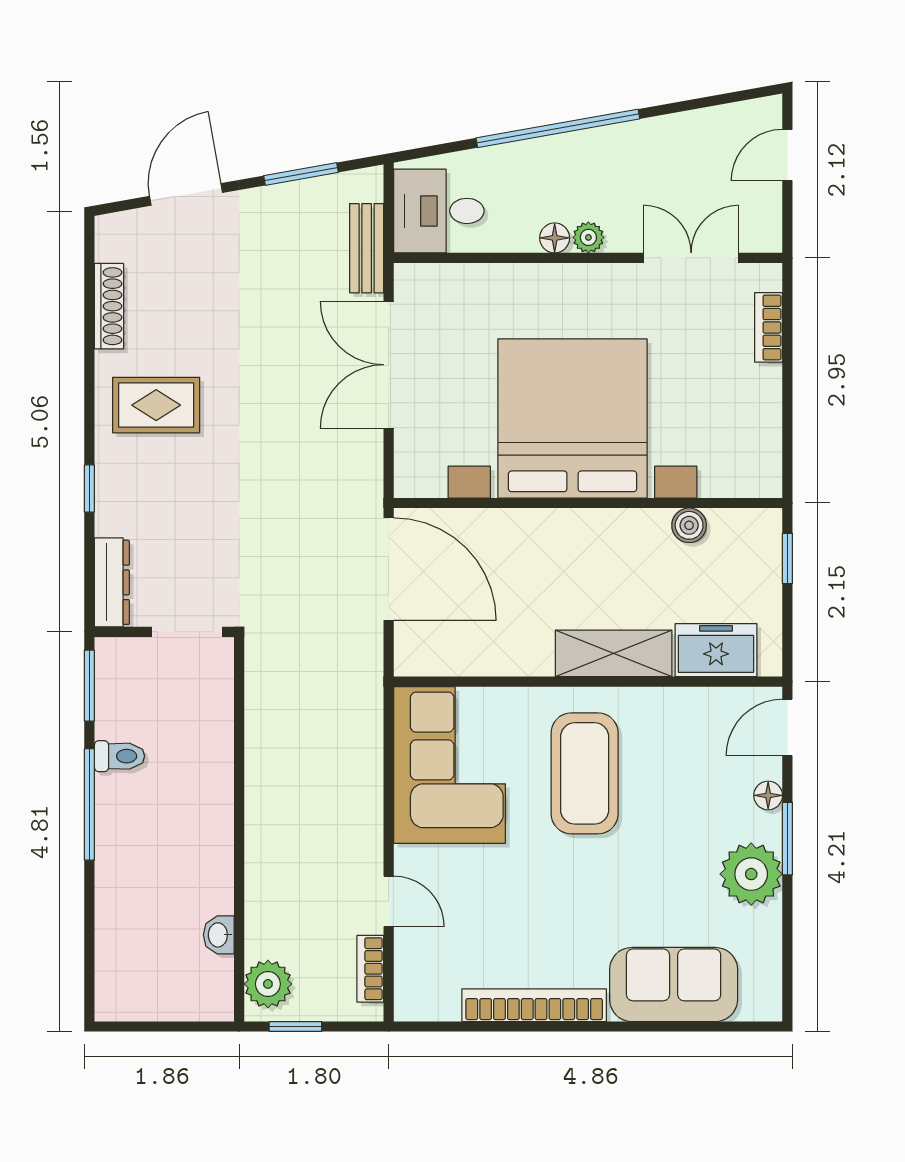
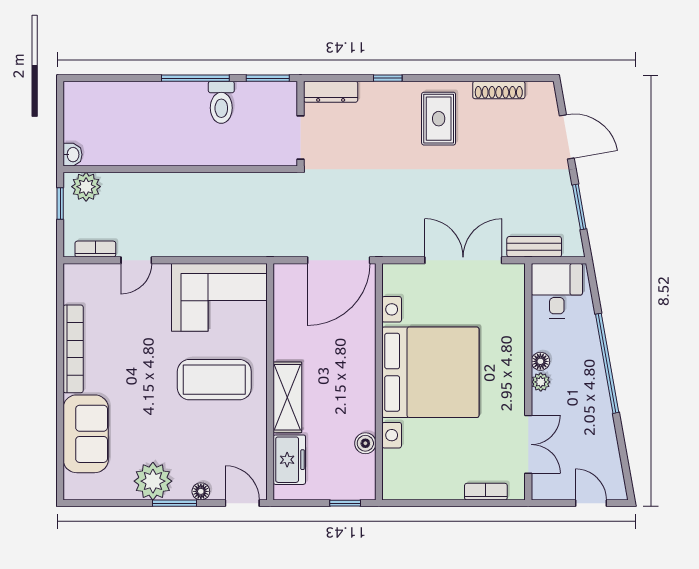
toilet: (120, 756) -> (221, 102), width x1.37, depth x1.39
washbasin: (219, 935) -> (72, 155), moved, turned 90

